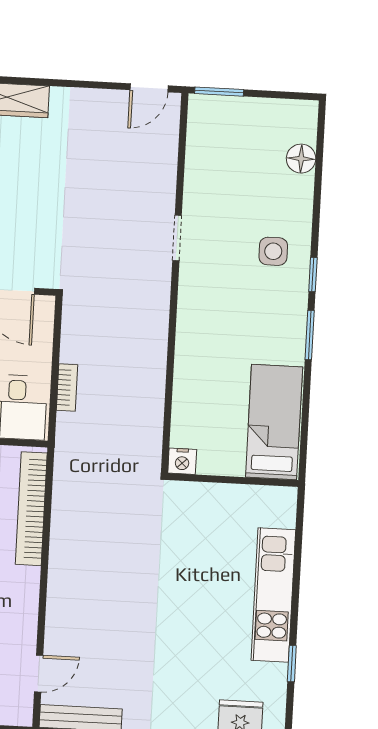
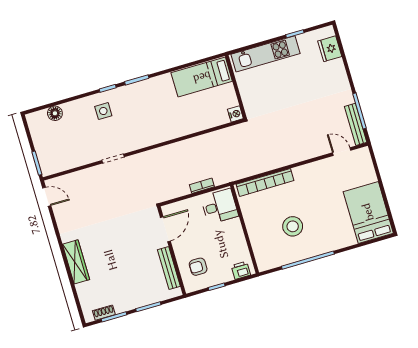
bed: (274, 422) -> (202, 77), moved
nightstand: (182, 461) -> (235, 114), moved
wall: (233, 480) -> (236, 87), moved

